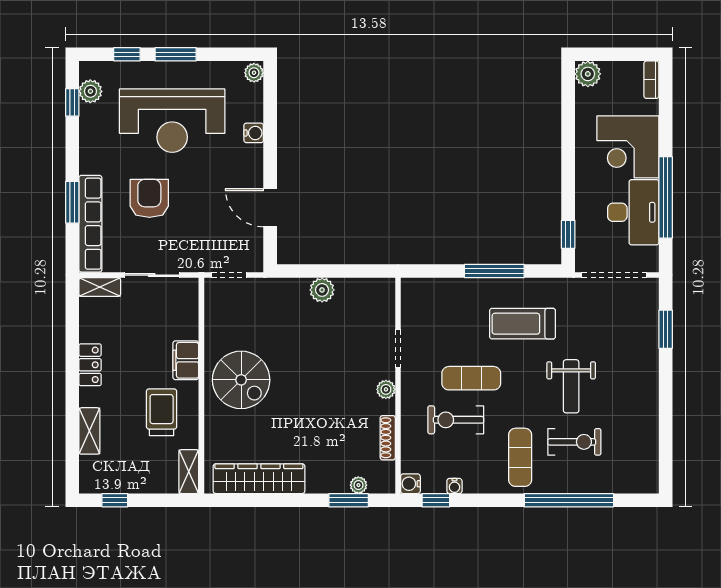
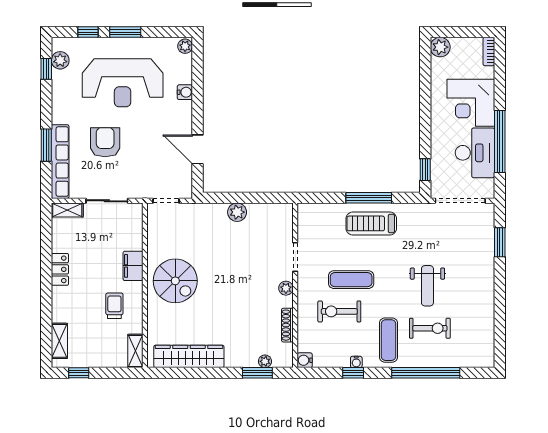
treadmill: (522, 324) -> (371, 223), moved
trolley: (162, 412) -> (114, 306), width x0.73, depth x0.72
shelving: (89, 431) -> (59, 341), moved
water cooler: (454, 486) -> (356, 362), moved
window: (436, 500) -> (353, 373), moved

